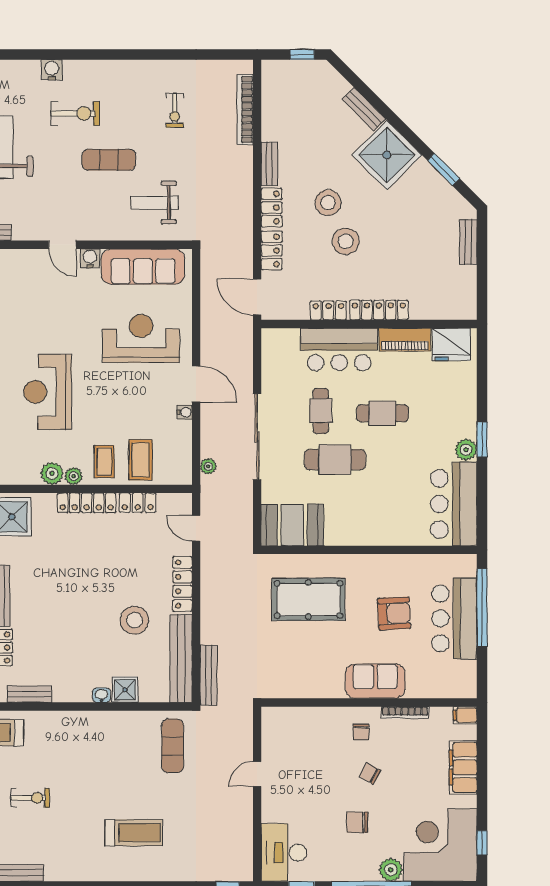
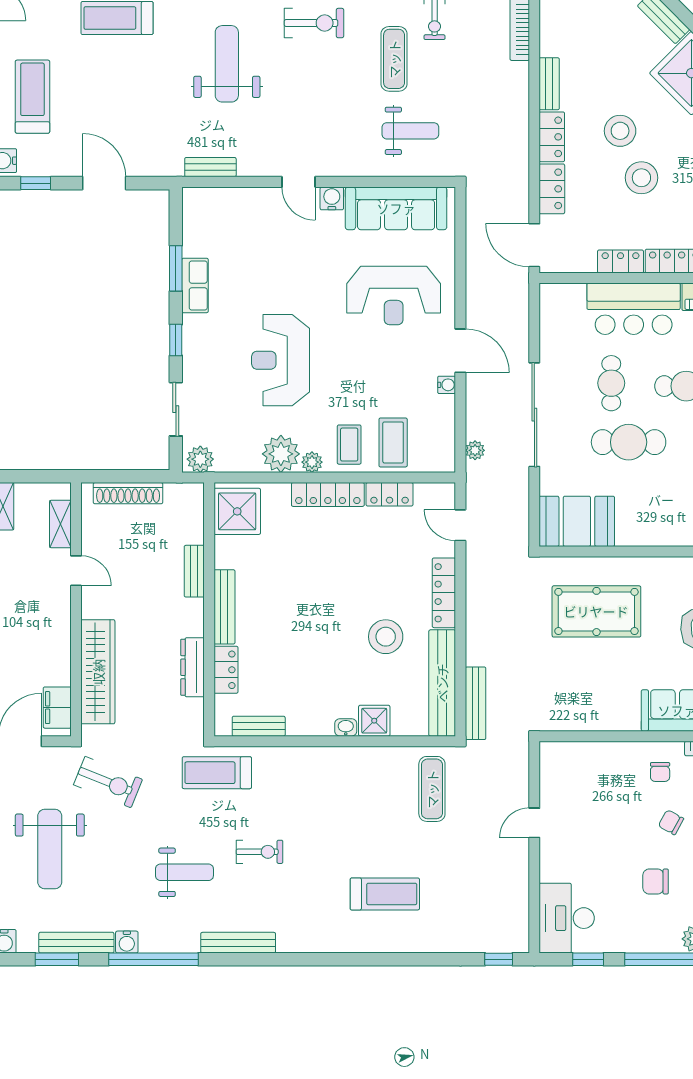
exercise mat: (109, 160) -> (394, 59), moved, turned 90
weight bench: (155, 203) -> (410, 131), turned 180
reception desk: (141, 339) -> (394, 296), turned 180
plant: (52, 473) -> (281, 454), width x1.36, depth x1.36

